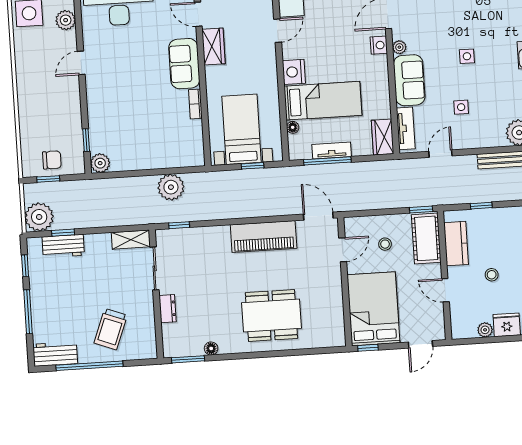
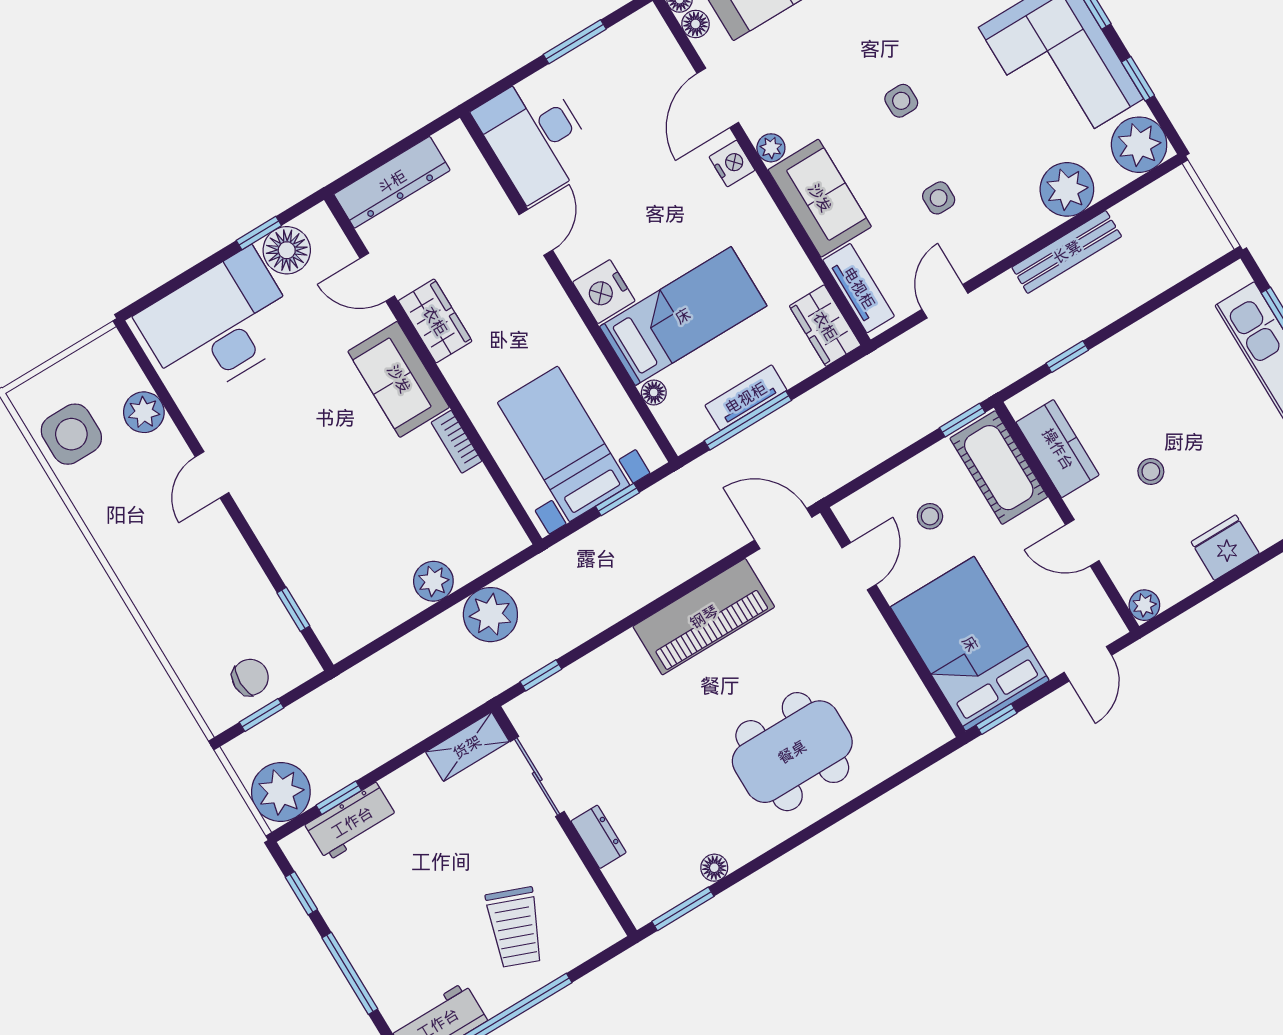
plant: (100, 163) -> (433, 581), moved
plant: (485, 330) -> (1144, 605), moved

